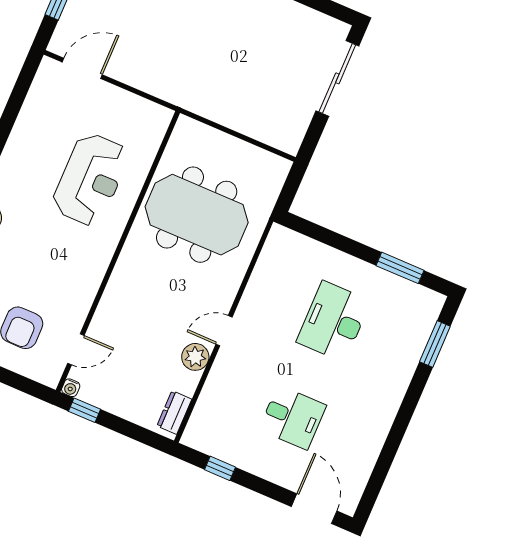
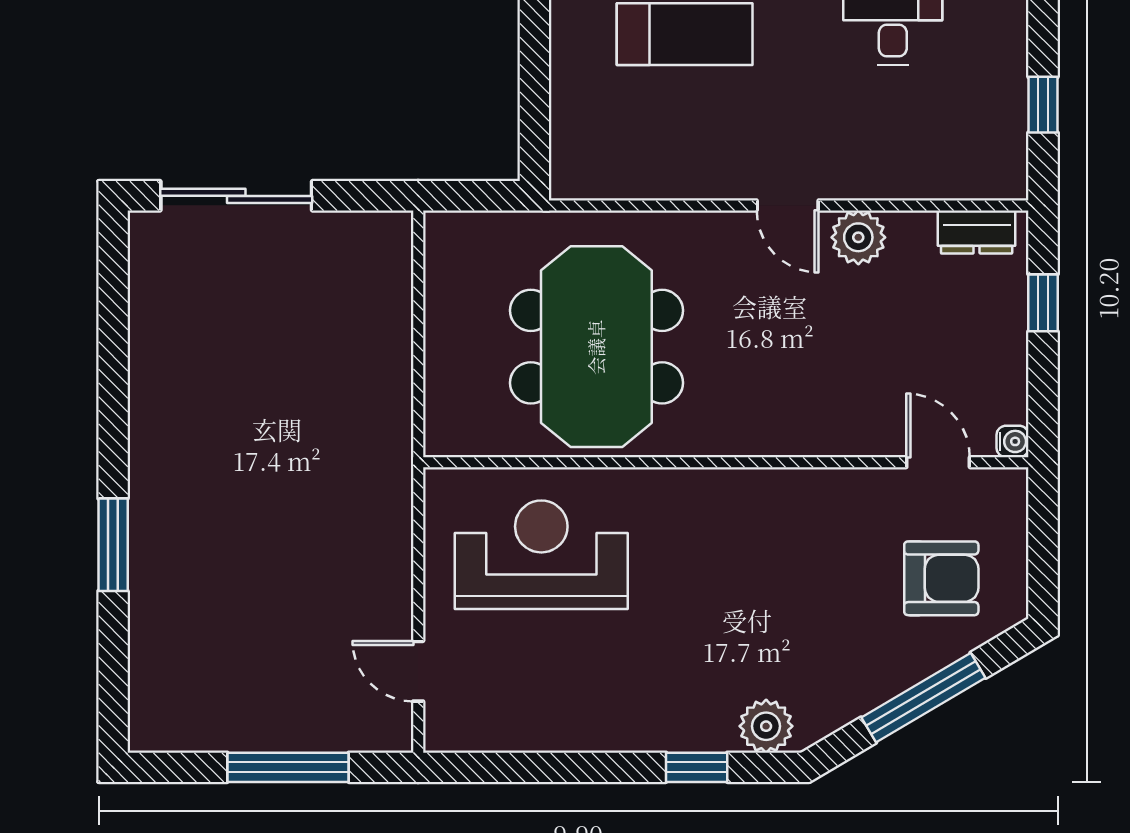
door: (82, 68) -> (418, 671), width x0.73
reception desk: (90, 179) -> (541, 555), moved
window: (84, 410) -> (1043, 303), moved

